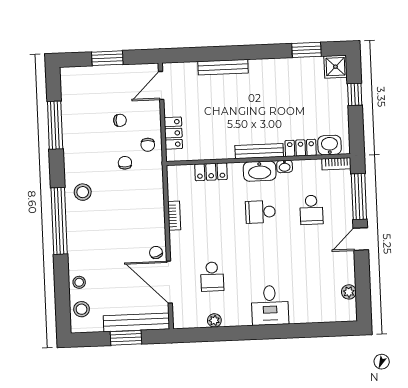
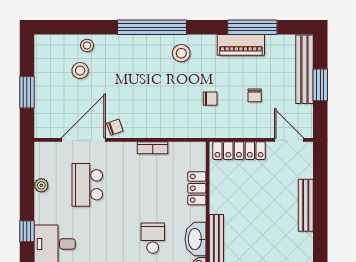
locker: (173, 133) -> (239, 151), width x1.53
piano: (72, 135) -> (241, 45), added
chair: (148, 145) -> (228, 123), removed
school desk: (212, 277) -> (87, 185), width x1.85
stool: (82, 309) -> (80, 71), moved
bench: (136, 322) -> (304, 69), moved
window: (259, 332) -> (27, 231), added

